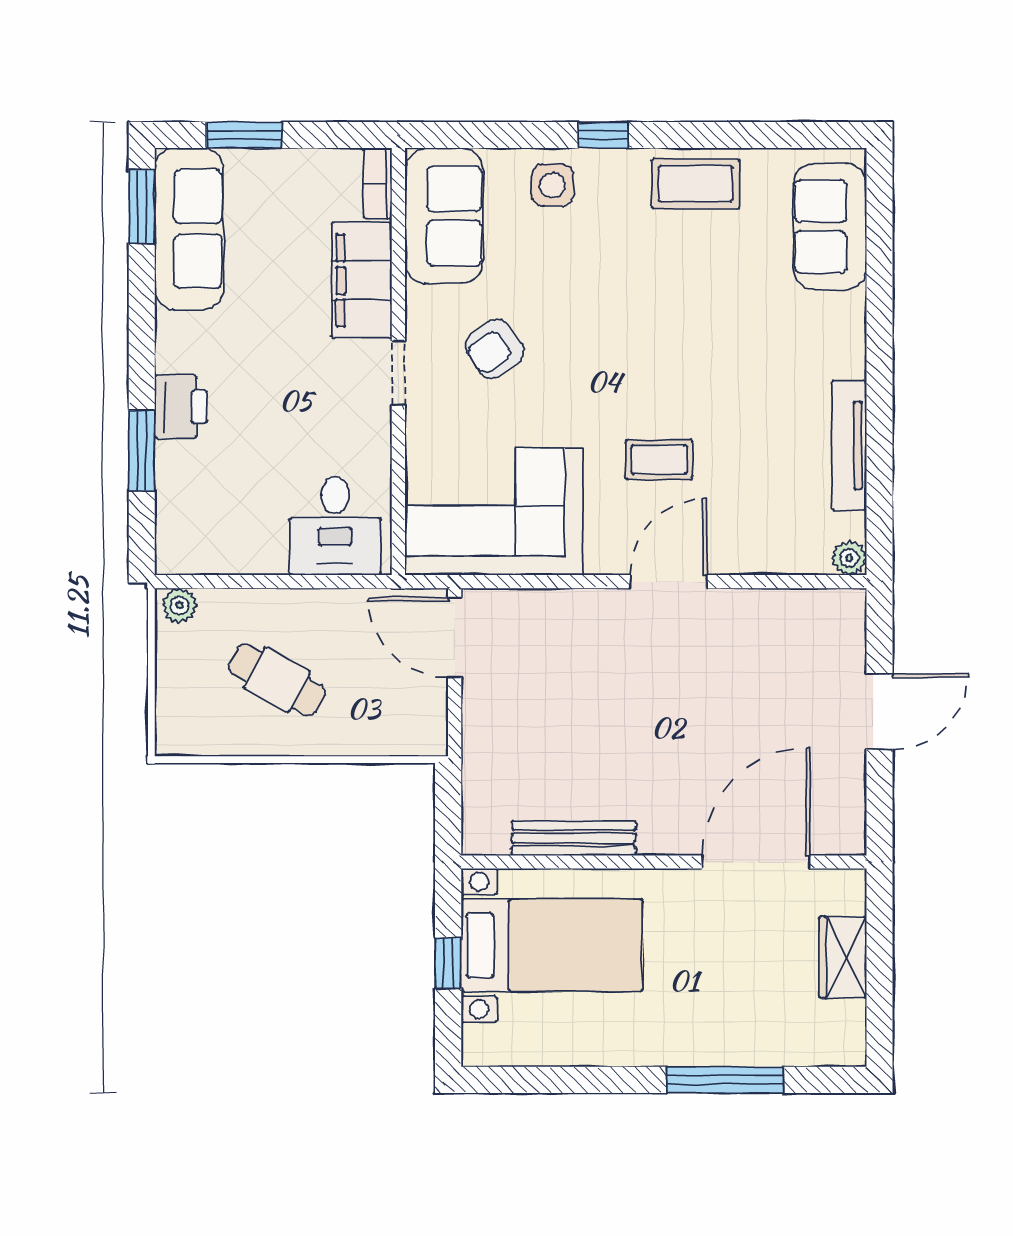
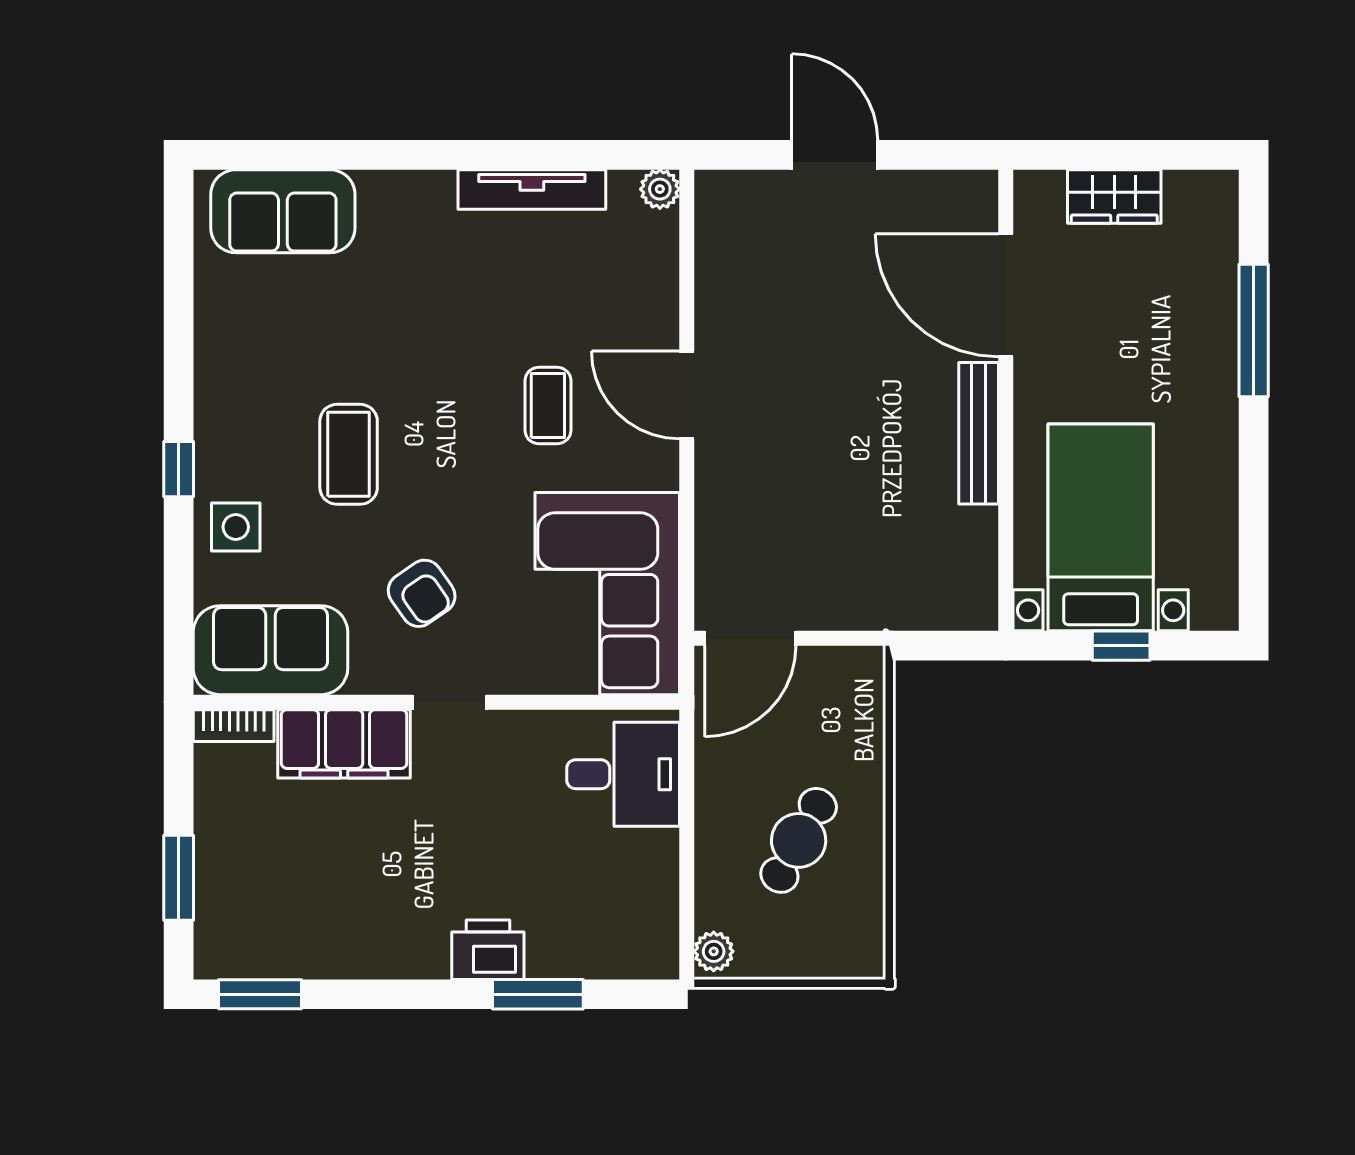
coffee table: (695, 184) -> (349, 454), moved
sofa: (189, 229) -> (285, 940), removed
bench: (574, 838) -> (979, 433), moved

